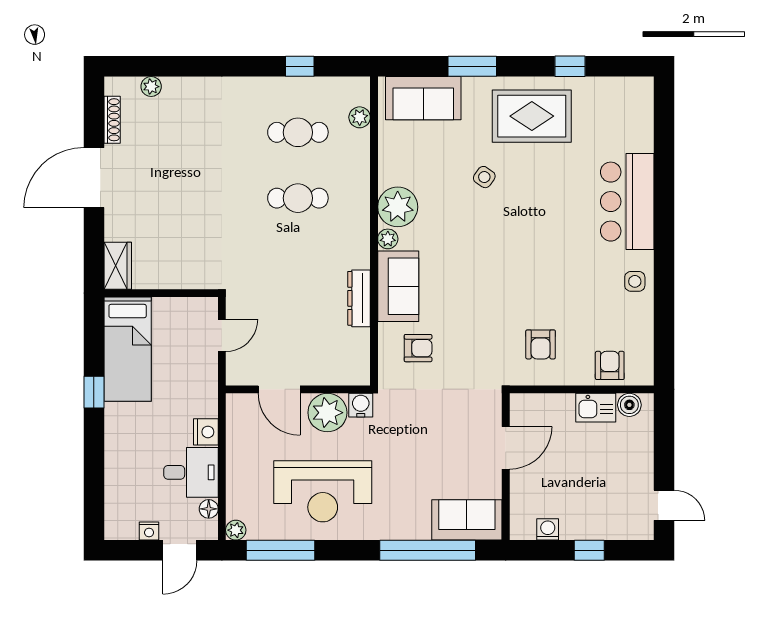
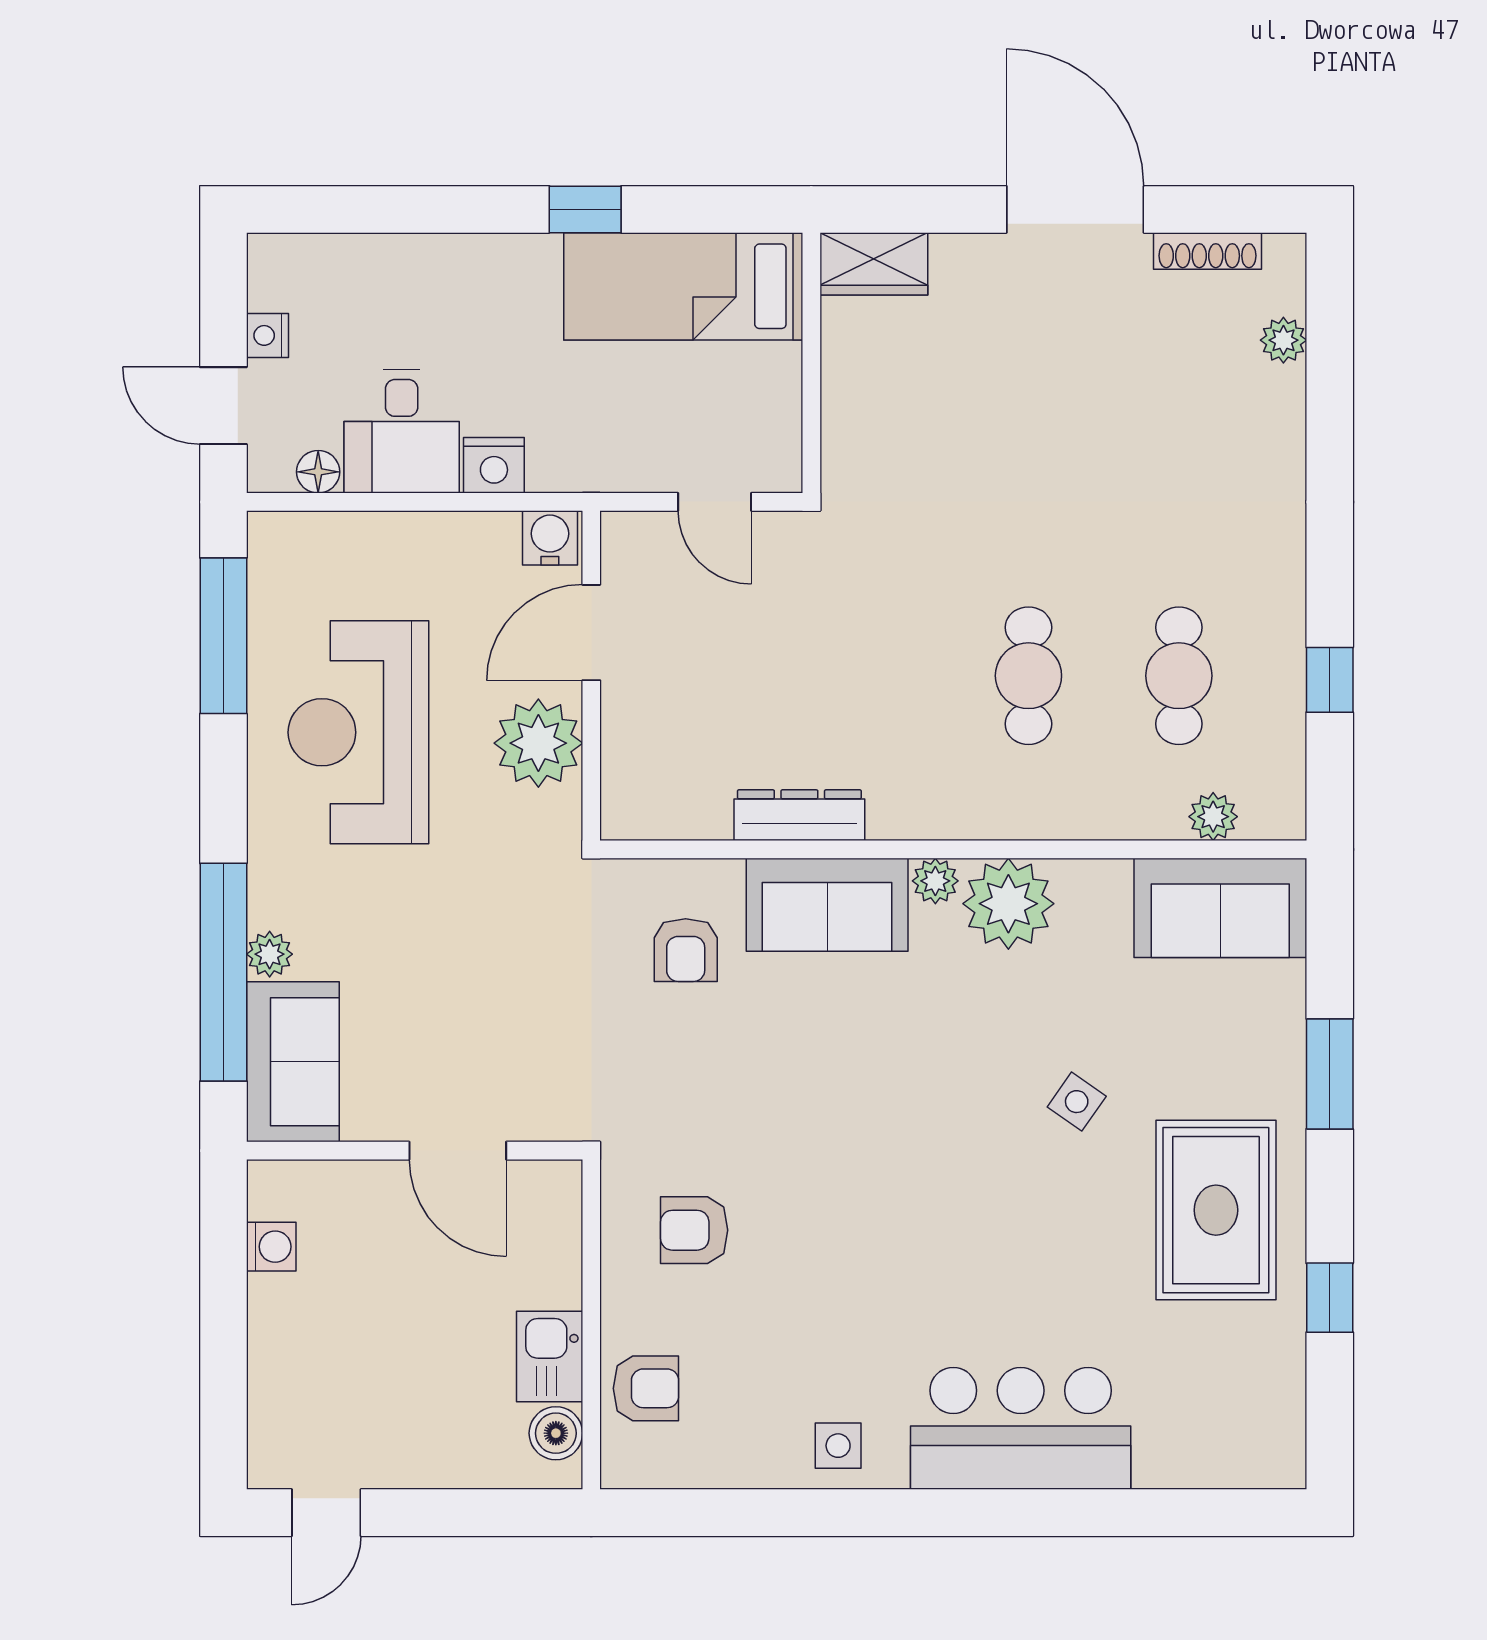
sofa: (423, 98) -> (1220, 908), moved, turned -90
water cooler: (361, 405) -> (550, 538), moved, turned -90
plant: (236, 530) -> (270, 954), moved
window: (589, 550) -> (223, 1341), removed

